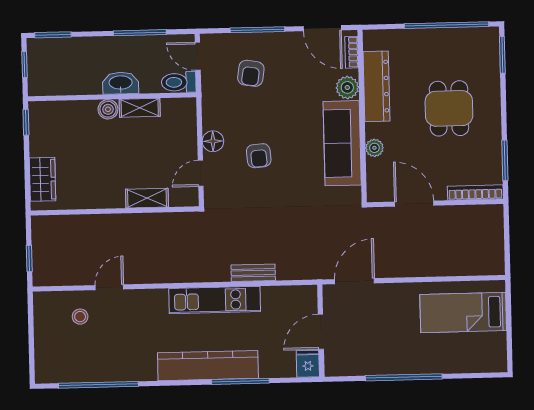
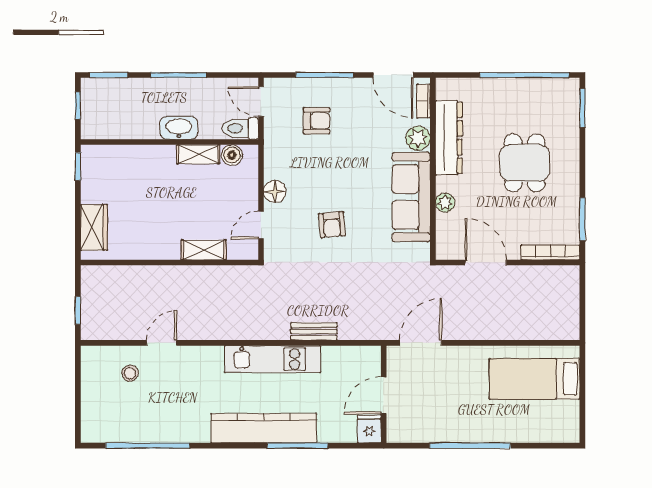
window: (140, 33) -> (178, 75), moved
armchair: (251, 73) -> (317, 121), turned -99
boiler: (108, 109) -> (232, 155), moved
armchair: (259, 156) -> (332, 225), moved

